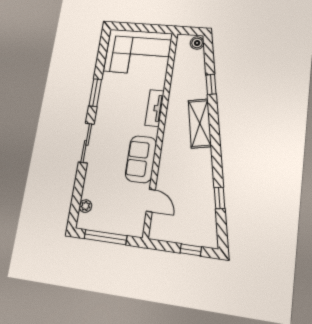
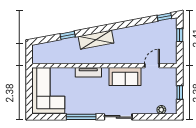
boiler: (197, 43) -> (38, 49), removed
window: (95, 93) -> (81, 117), width x1.44
window: (219, 198) -> (164, 17), moved
window: (105, 237) -> (180, 92), width x0.46

